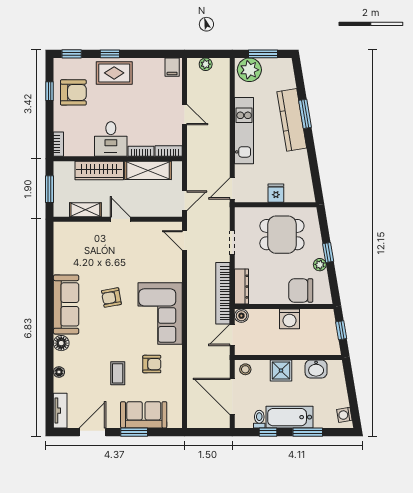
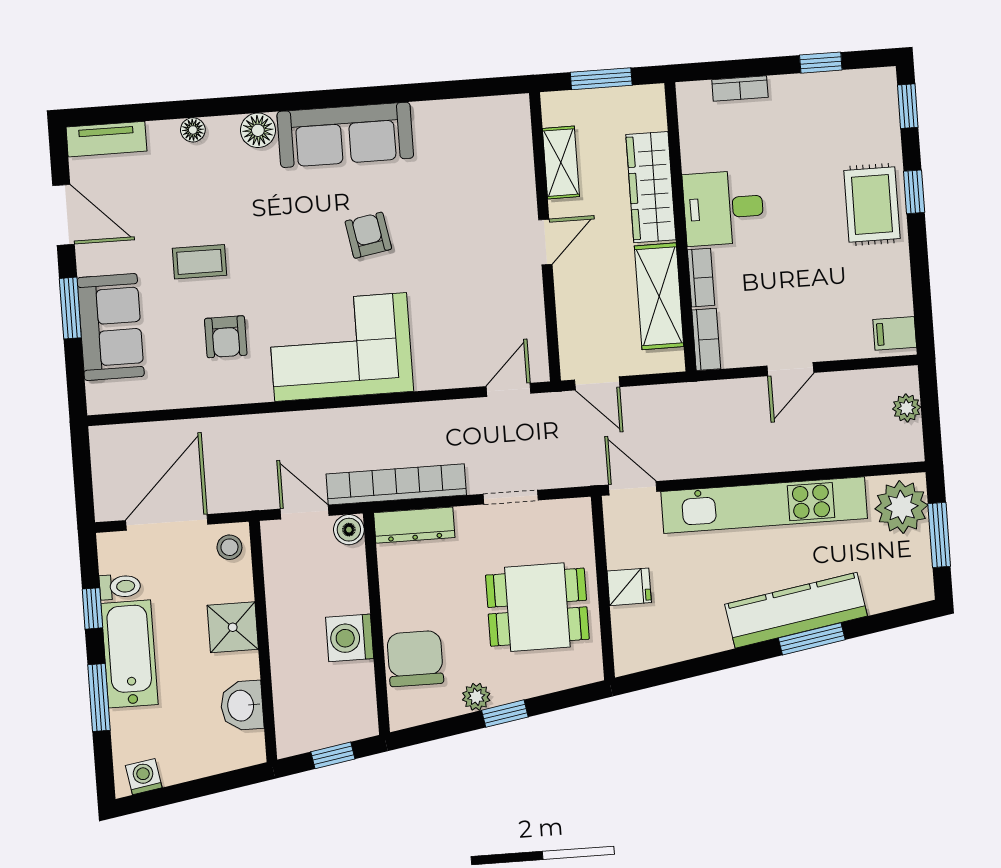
armchair: (73, 92) -> (822, 116), removed
kitchen unit: (244, 131) -> (764, 505), width x1.36
bookcase: (58, 144) -> (740, 88), moved
dining table: (282, 235) -> (537, 607), turned 90

